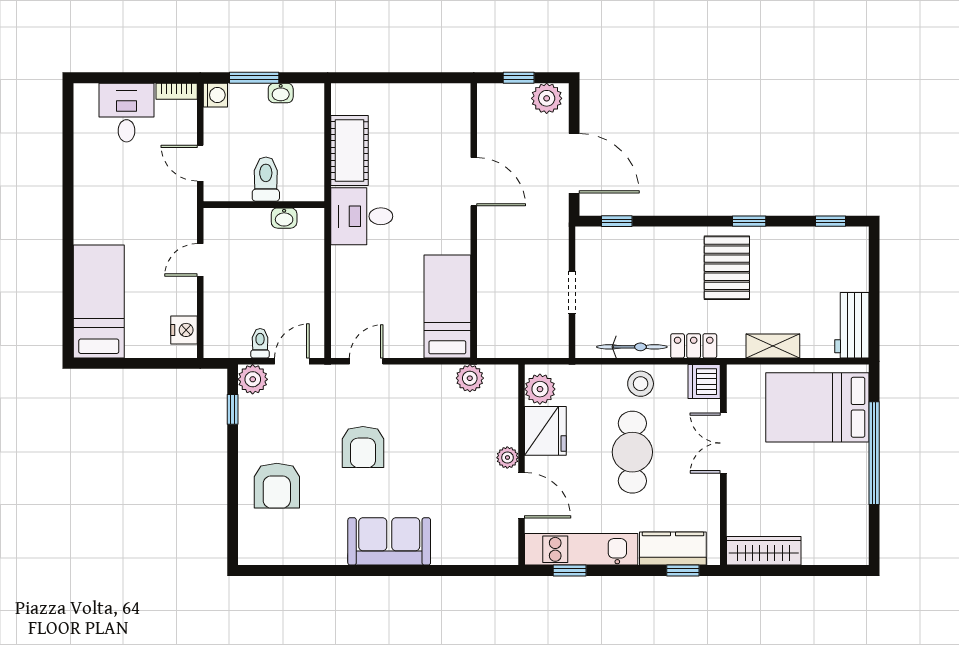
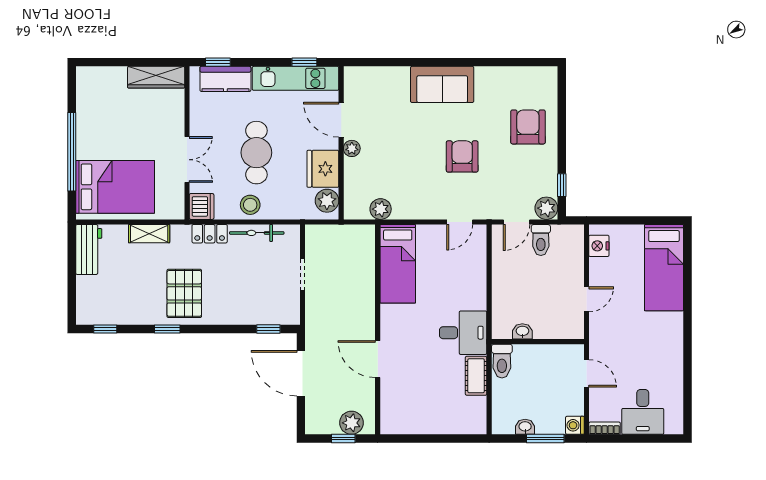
plant: (547, 98) -> (351, 423), moved
cot: (350, 150) -> (476, 376), width x0.73, depth x0.75
toilet: (266, 179) -> (502, 361), moved
toilet: (260, 343) -> (541, 240), width x1.37, depth x1.39

